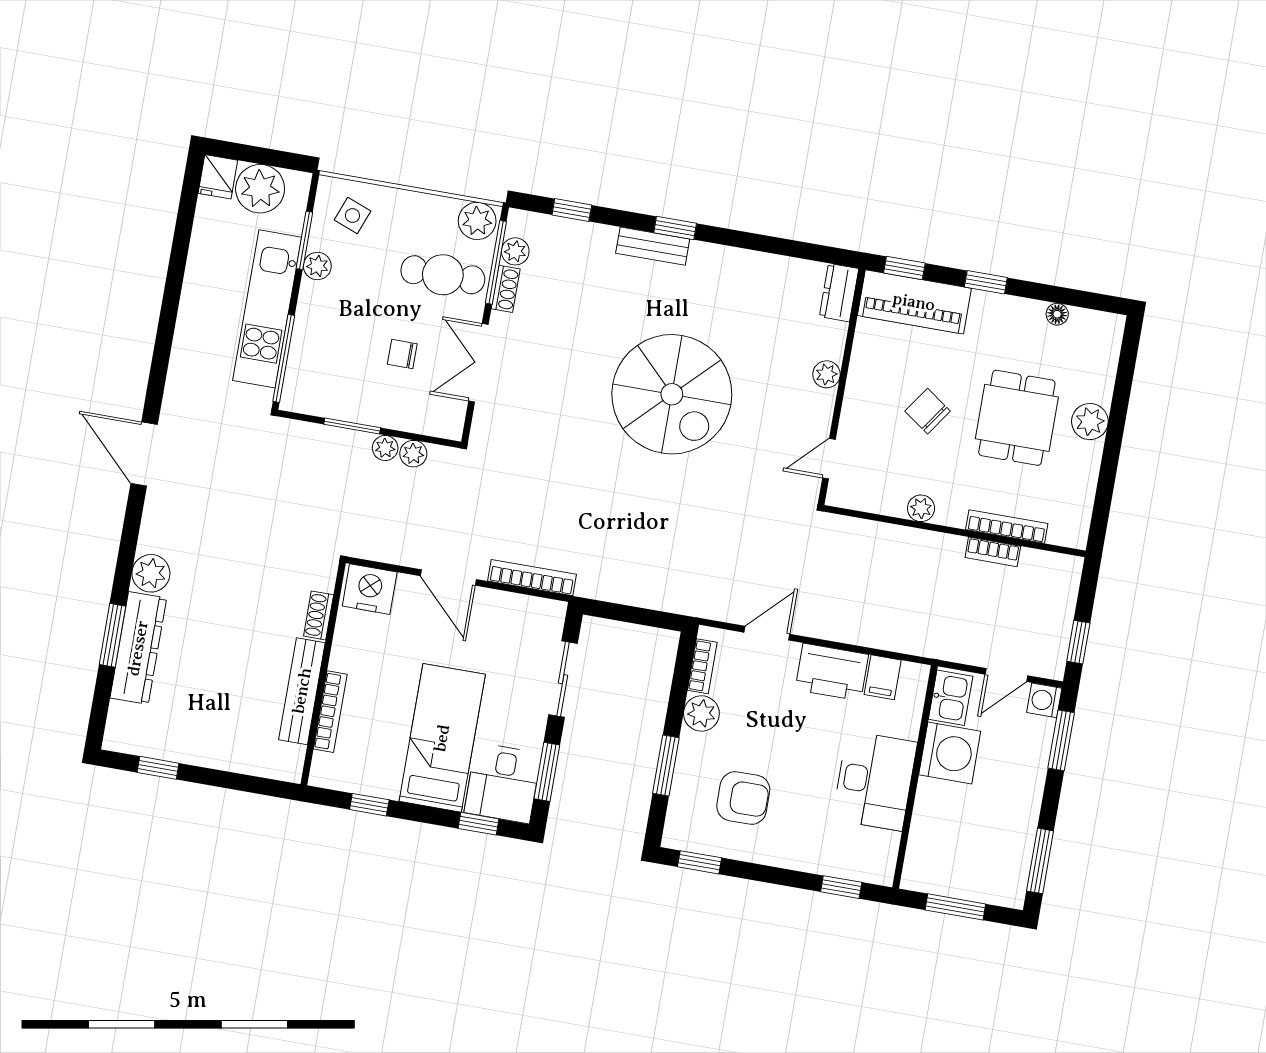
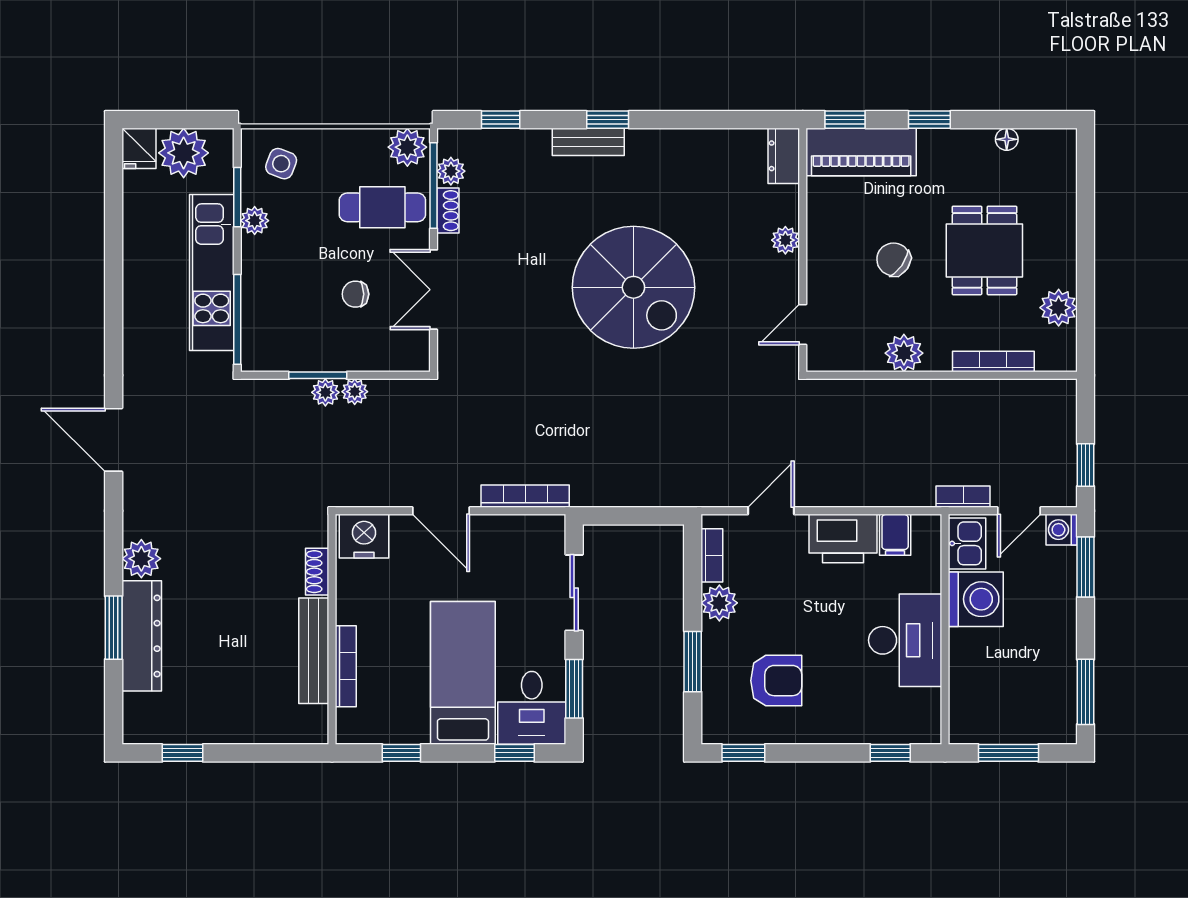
plant: (1090, 422) -> (1059, 308), moved
plant: (413, 454) -> (325, 392), moved
plant: (921, 508) -> (904, 353), width x1.38, depth x1.38
bookcase: (993, 552) -> (963, 497), moved, turned 180

